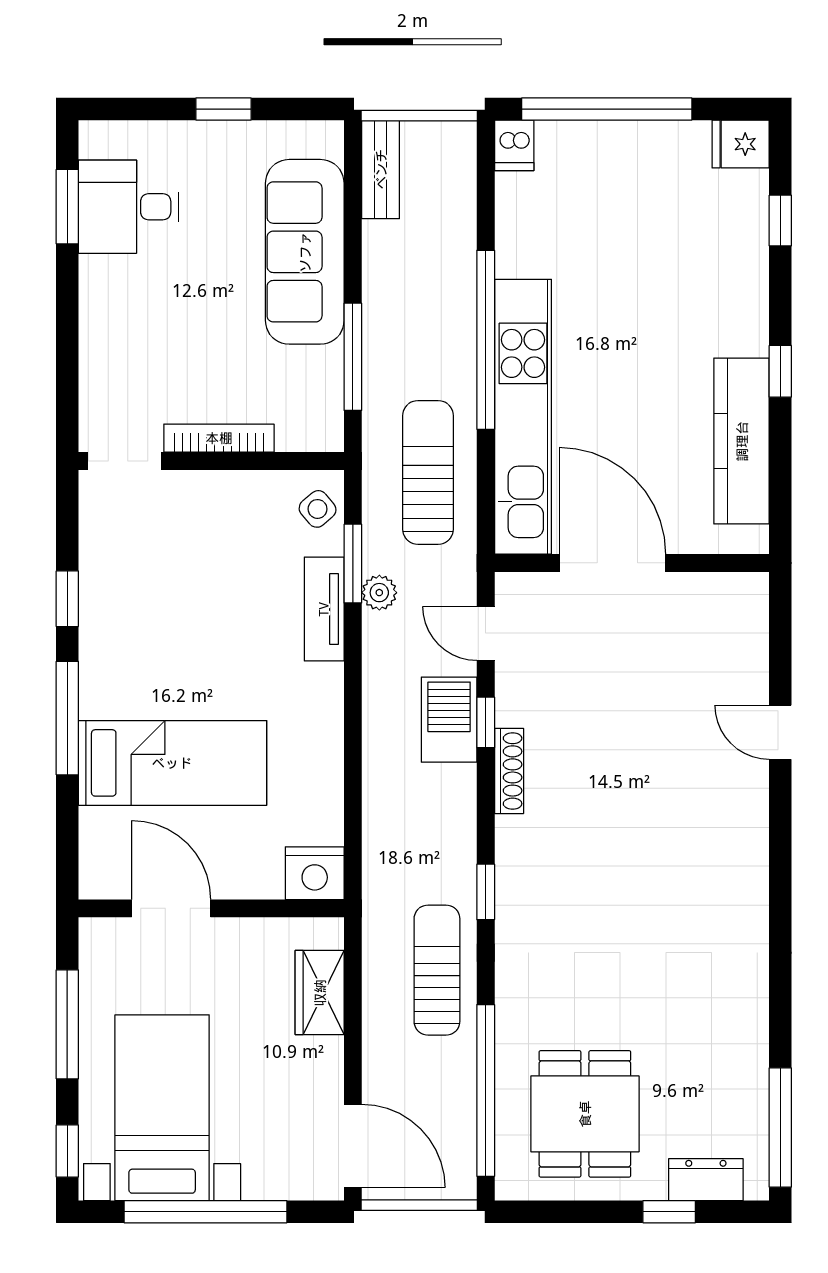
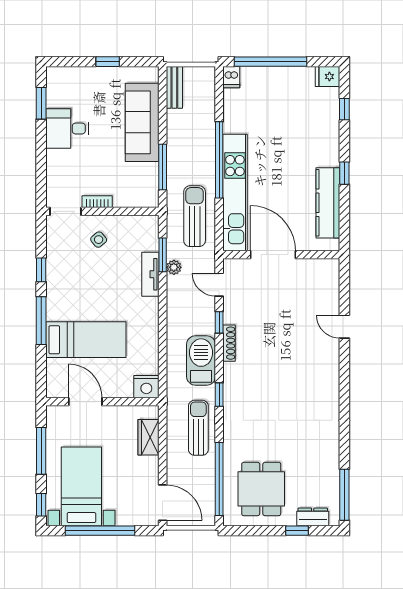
desk: (129, 207) -> (67, 129), moved
bookcase: (219, 438) -> (97, 202), width x0.64
side table: (318, 509) -> (99, 240), moved
barbecue: (449, 720) -> (201, 360), moved, width x1.37, depth x1.21

